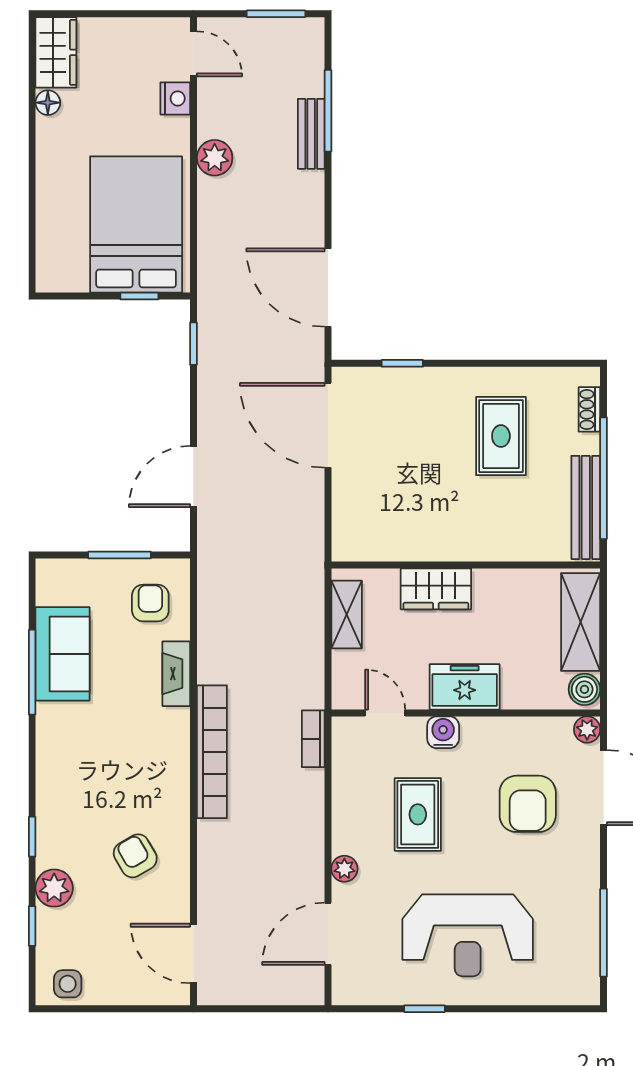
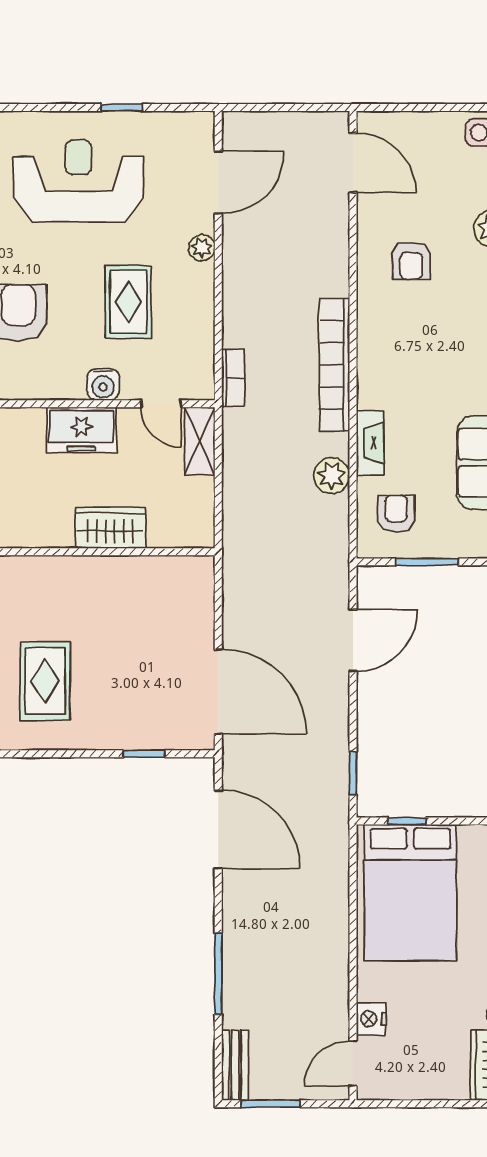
door: (193, 54) -> (353, 1063), hinge flipped
window: (328, 111) -> (218, 974), moved
bench: (311, 134) -> (235, 1065), moved
plant: (215, 158) -> (332, 476), moved
armchair: (150, 603) -> (396, 514), turned 180
shelving: (347, 614) -> (200, 441), moved
armchair: (135, 856) -> (411, 261), turned 30

